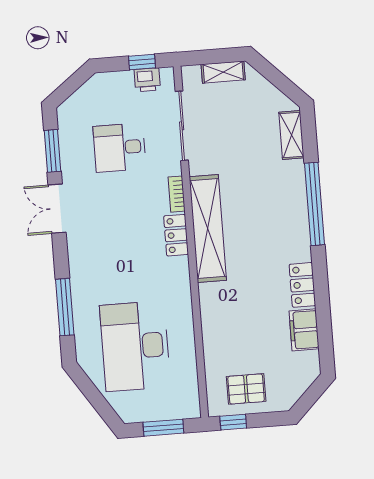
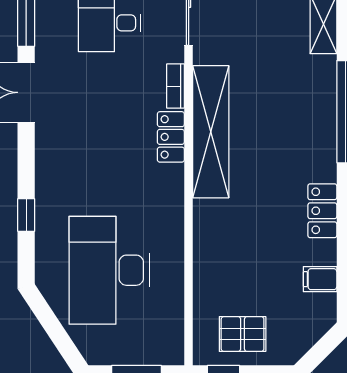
window: (65, 307) -> (26, 215), width x0.46
filing cabinet: (304, 330) -> (320, 279), width x0.50

